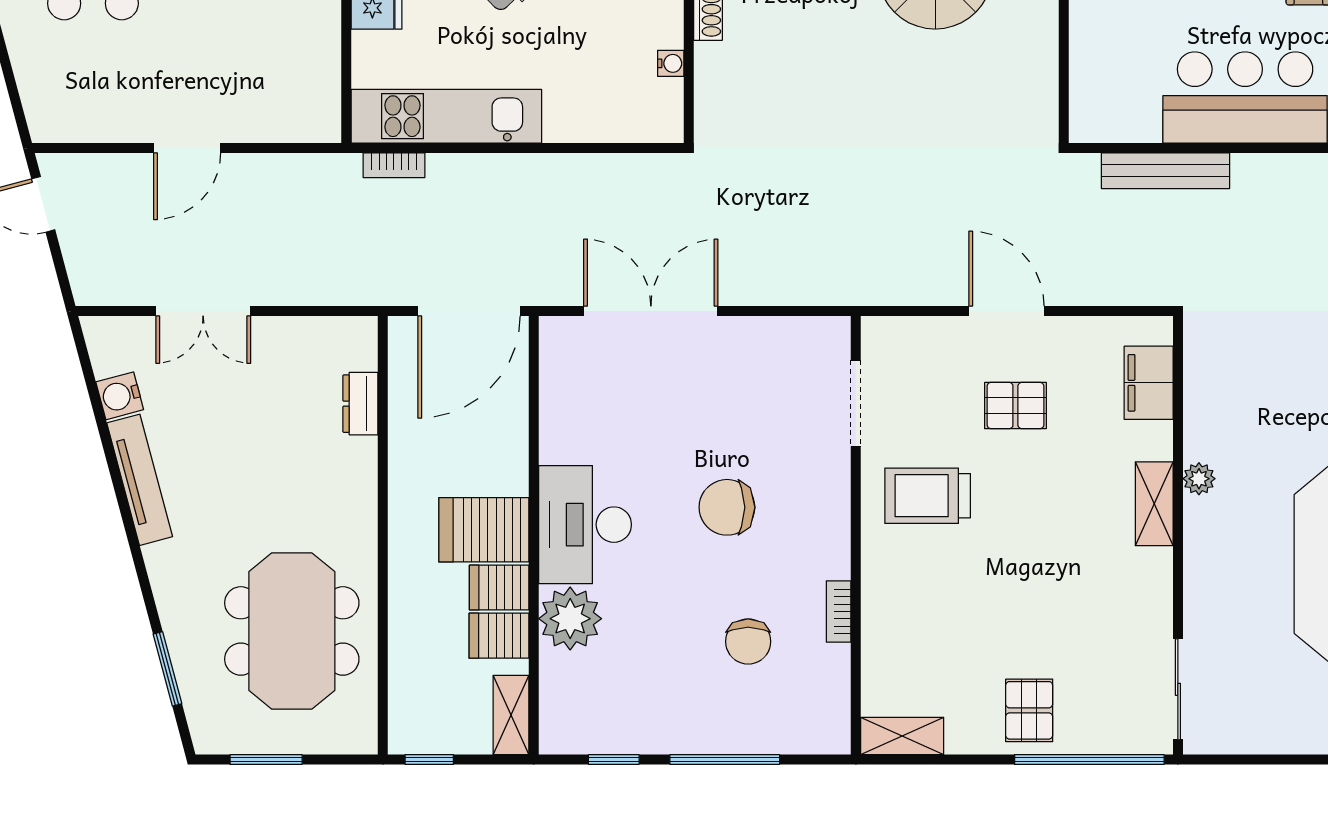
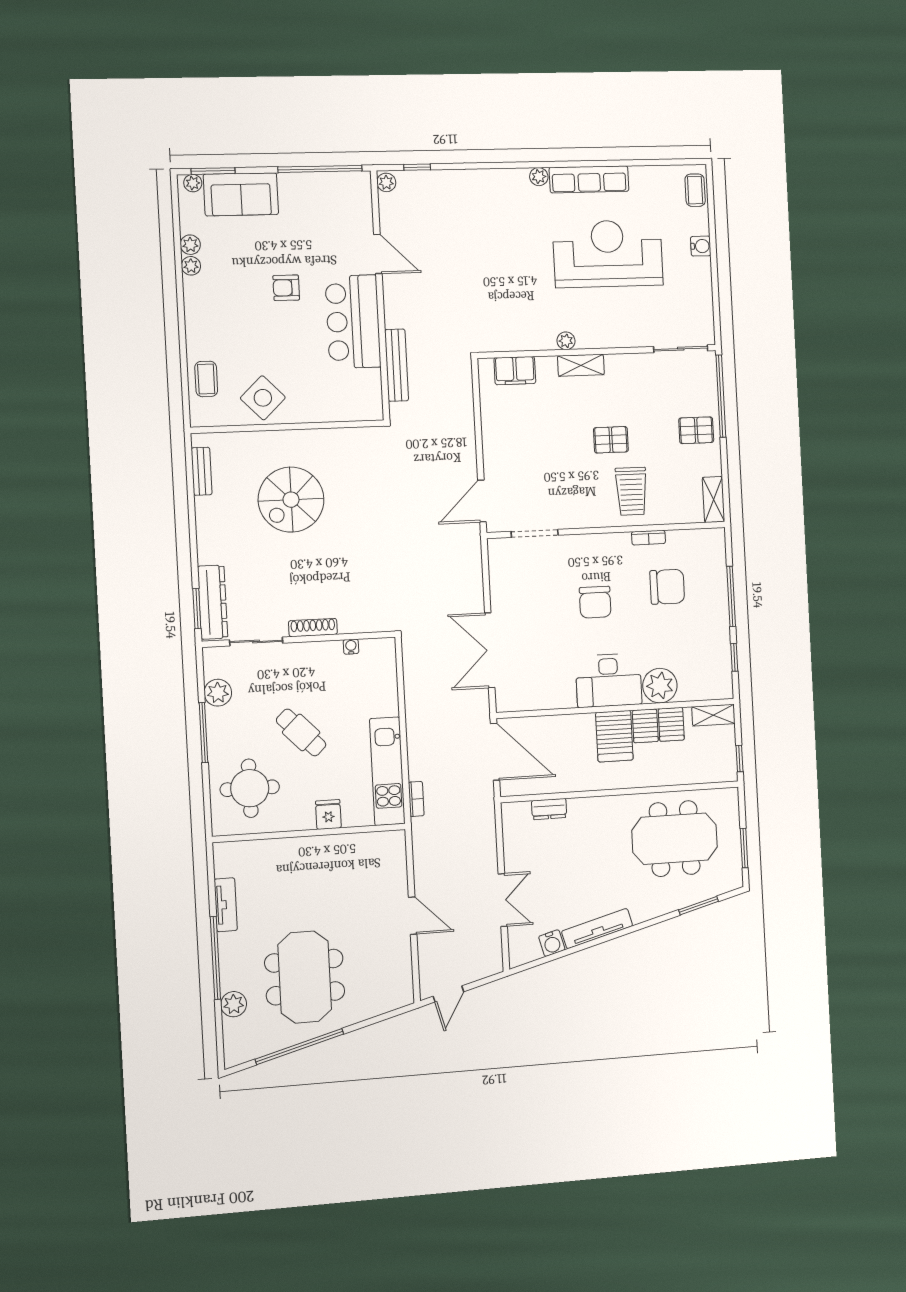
door: (1006, 311) -> (482, 501), moved
pallet: (1015, 406) -> (611, 440), moved, turned 90
trolley: (928, 496) -> (631, 491), moved
chair: (748, 642) -> (667, 587), width x1.37, depth x1.37

